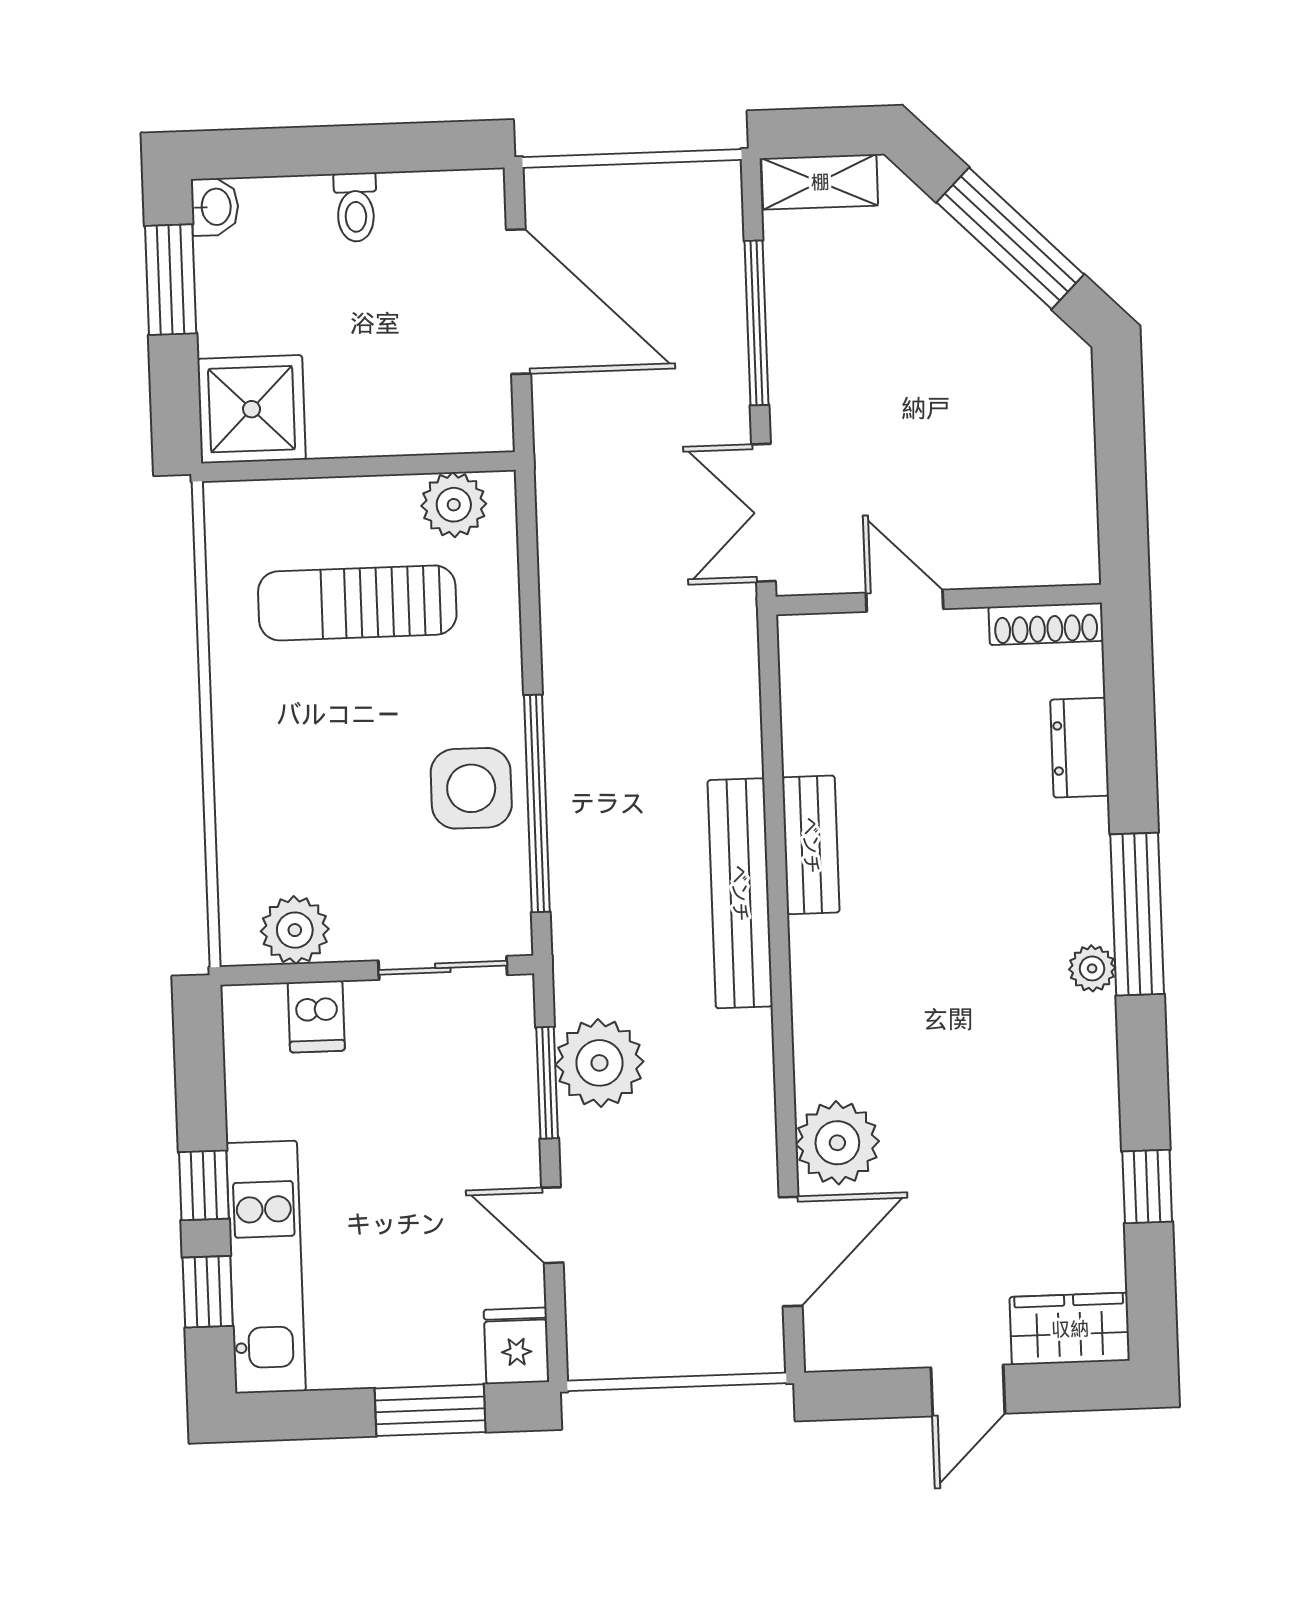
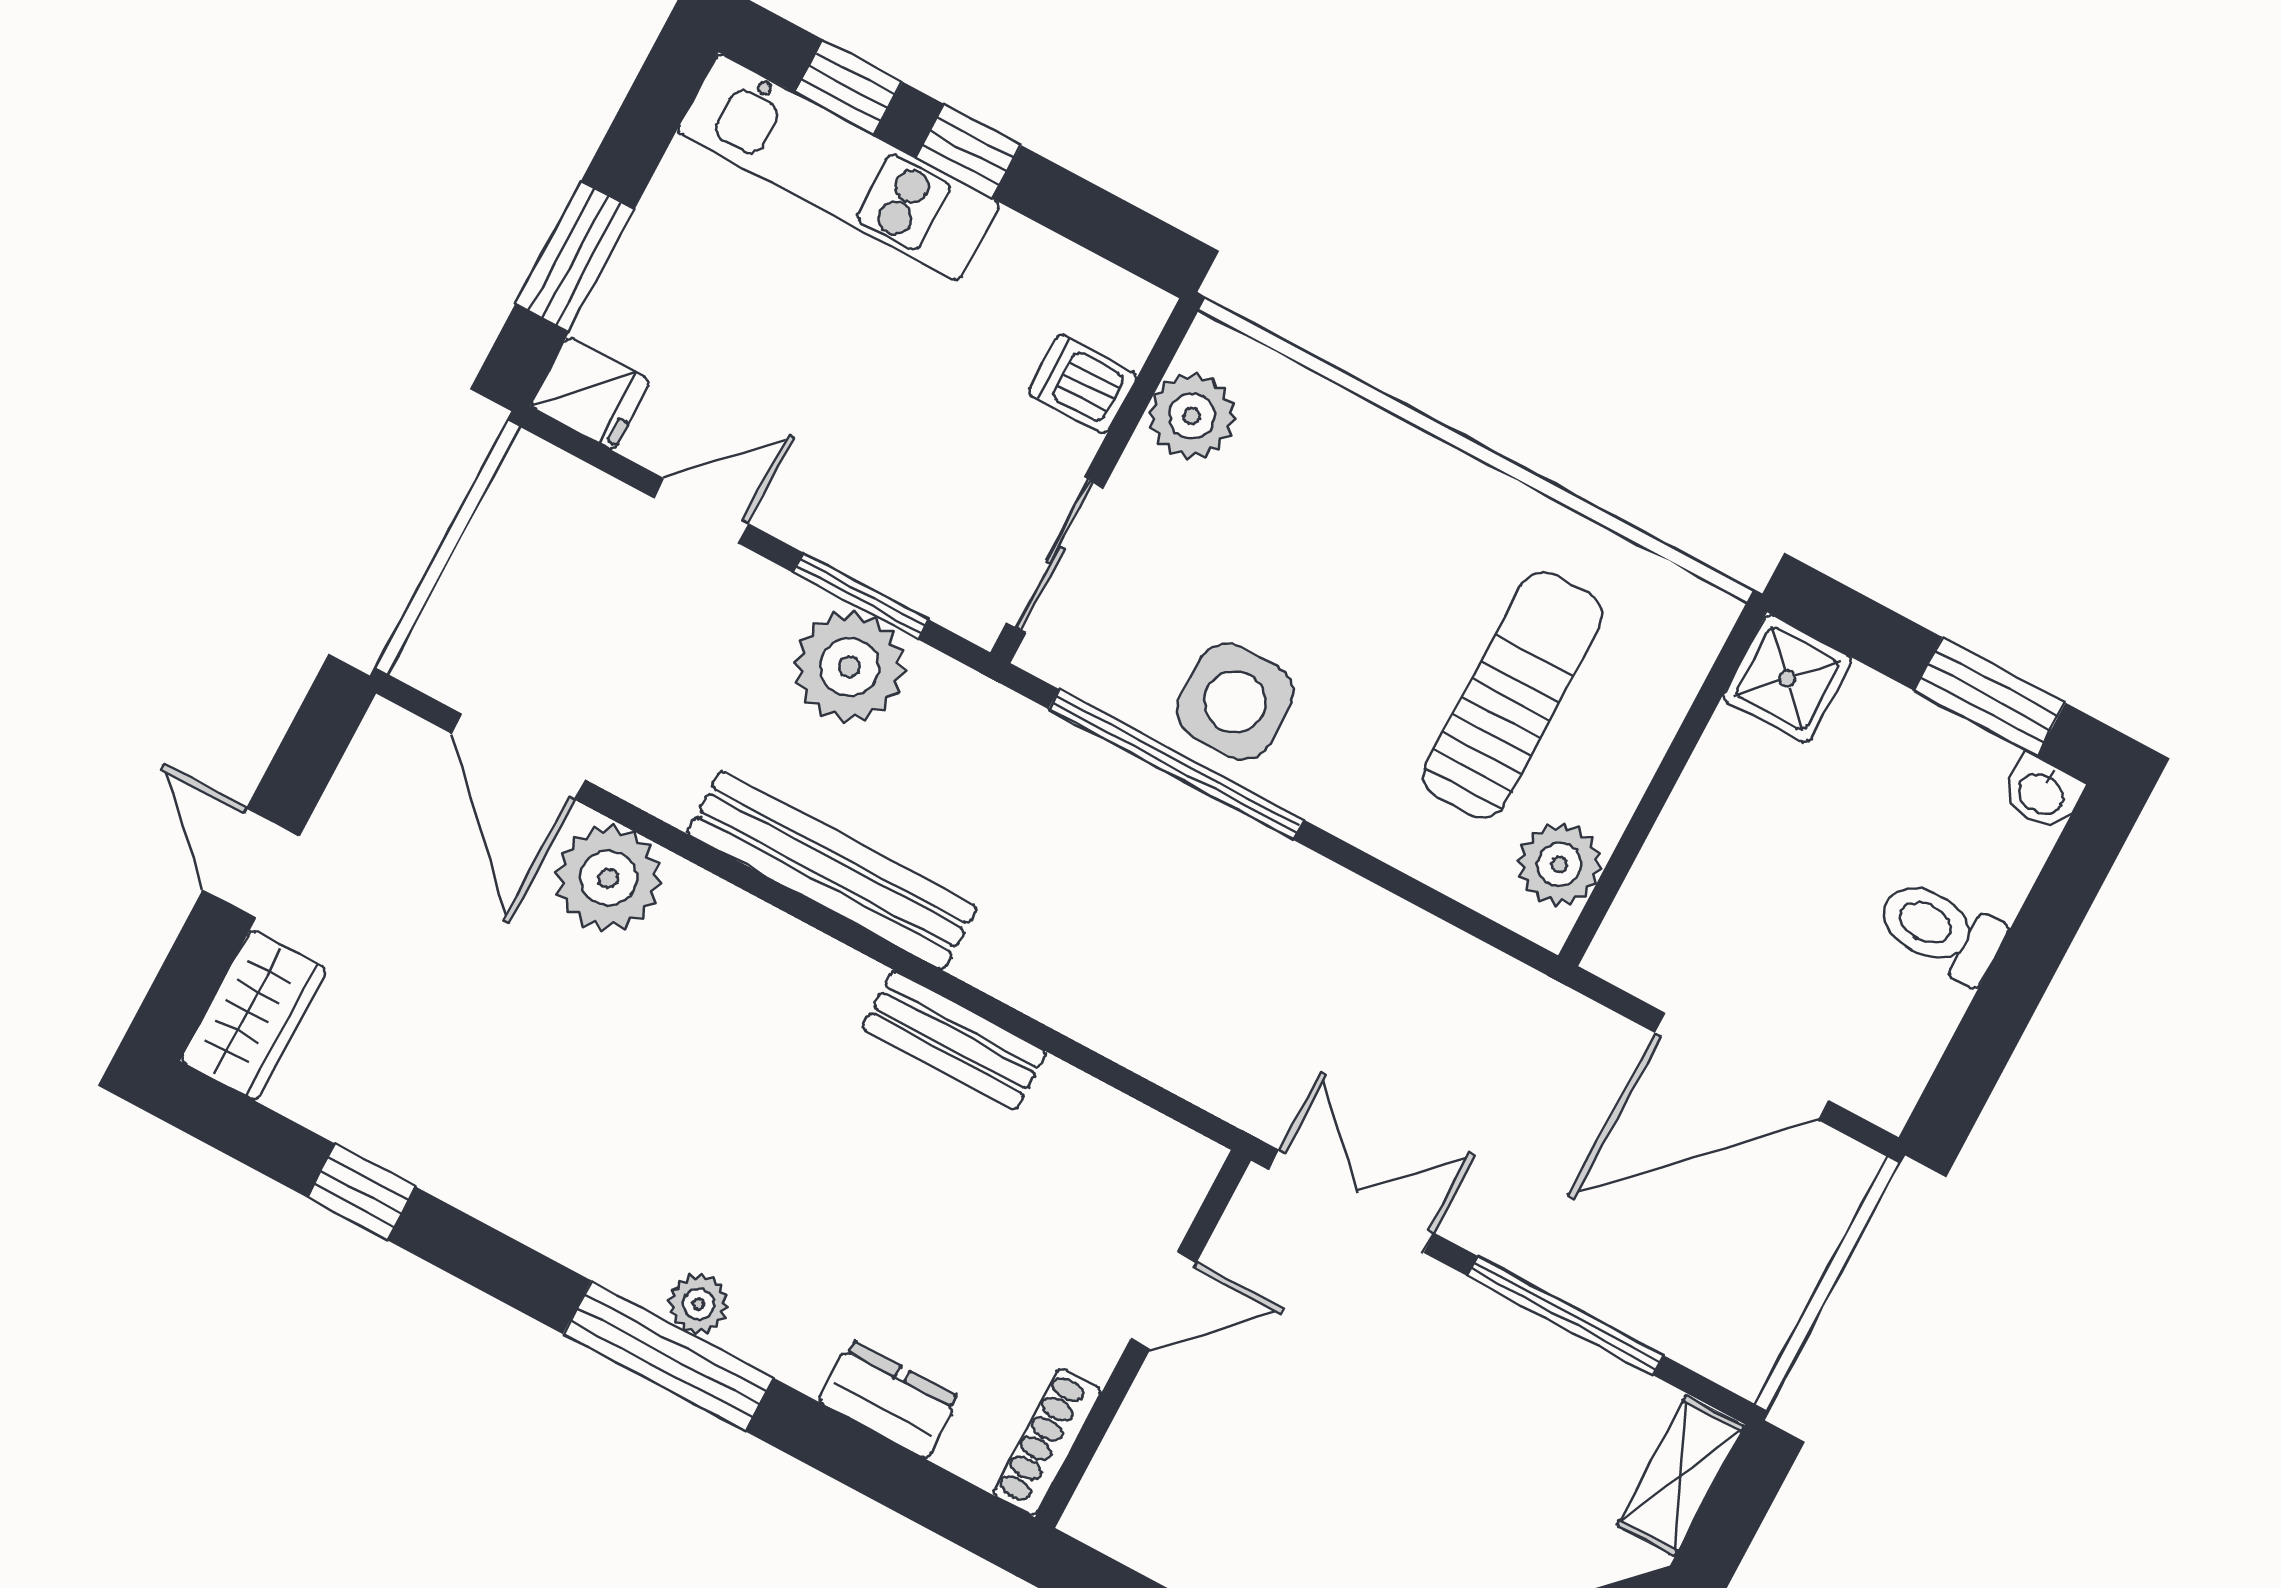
toilet: (356, 207) -> (1940, 931), width x1.37, depth x1.39
shower: (252, 409) -> (1787, 679), width x0.73, depth x0.73
bench: (740, 893) -> (832, 870), moved
plant: (1092, 968) -> (698, 1304), moved

